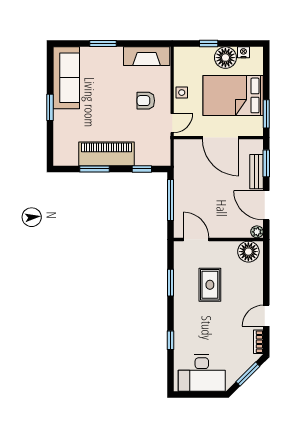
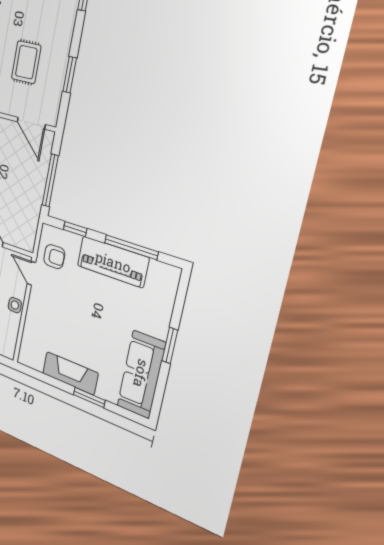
fireplace: (147, 56) -> (70, 373), moved
armchair: (146, 101) -> (54, 257), moved
door: (172, 123) -> (31, 273), hinge flipped
window: (94, 169) -> (131, 247), width x1.44

